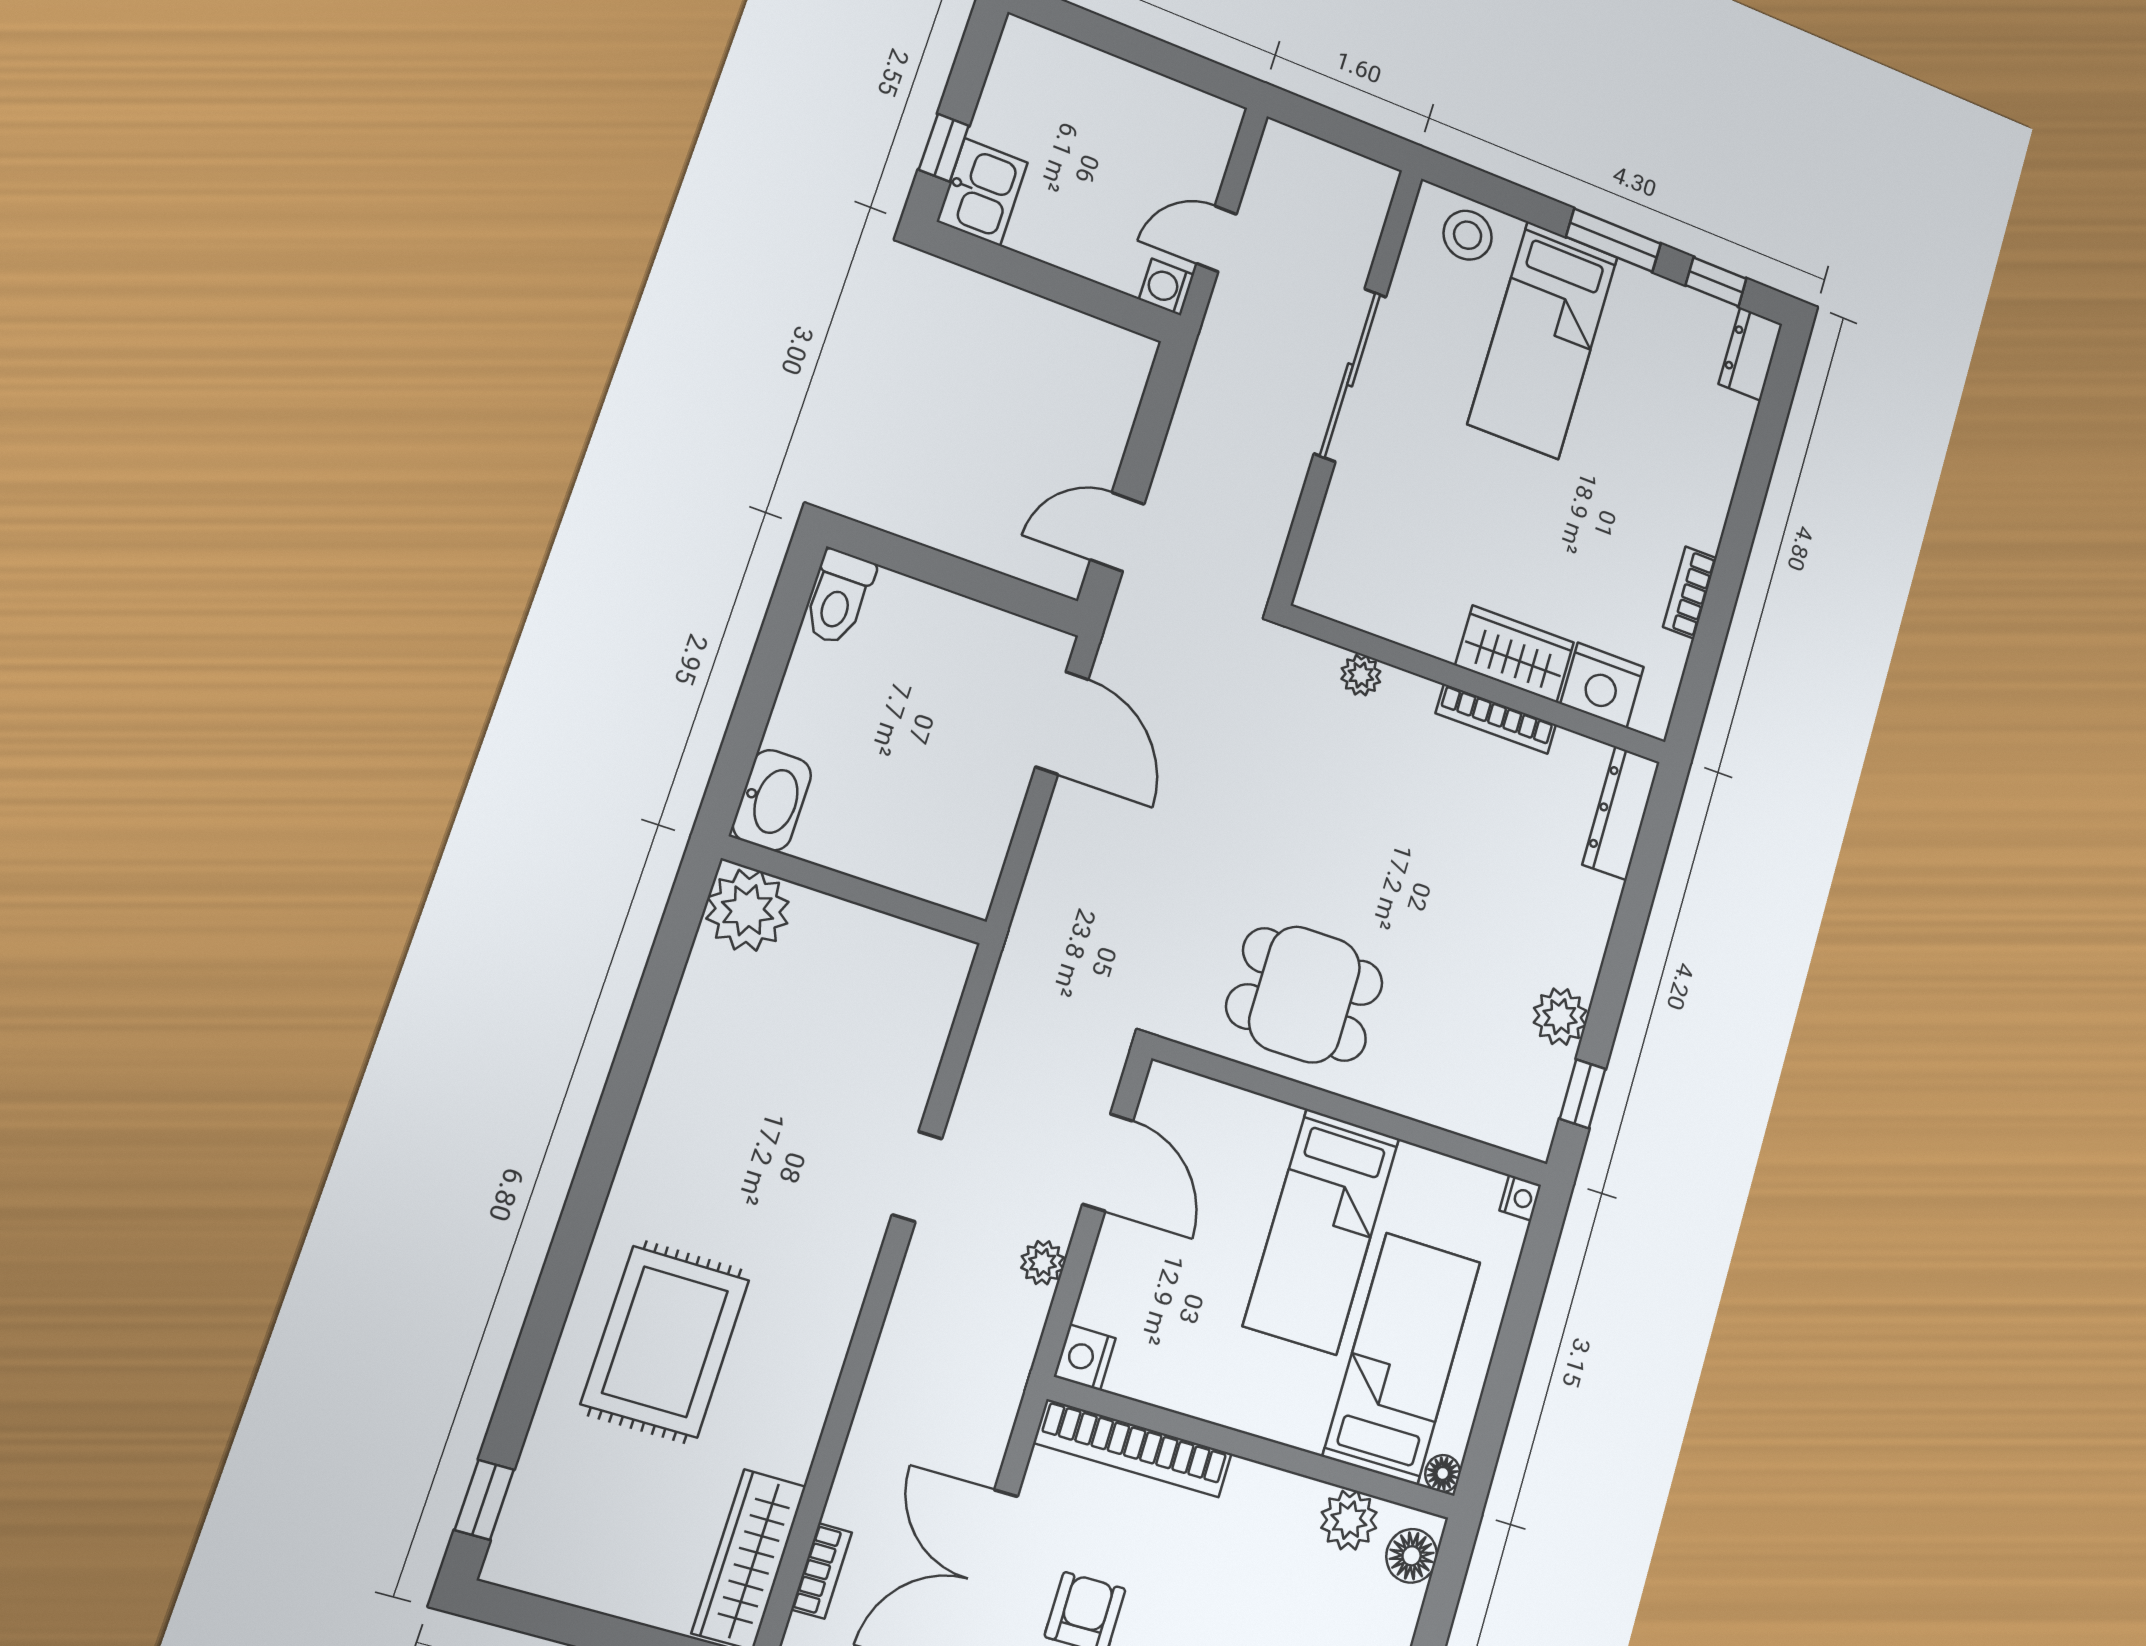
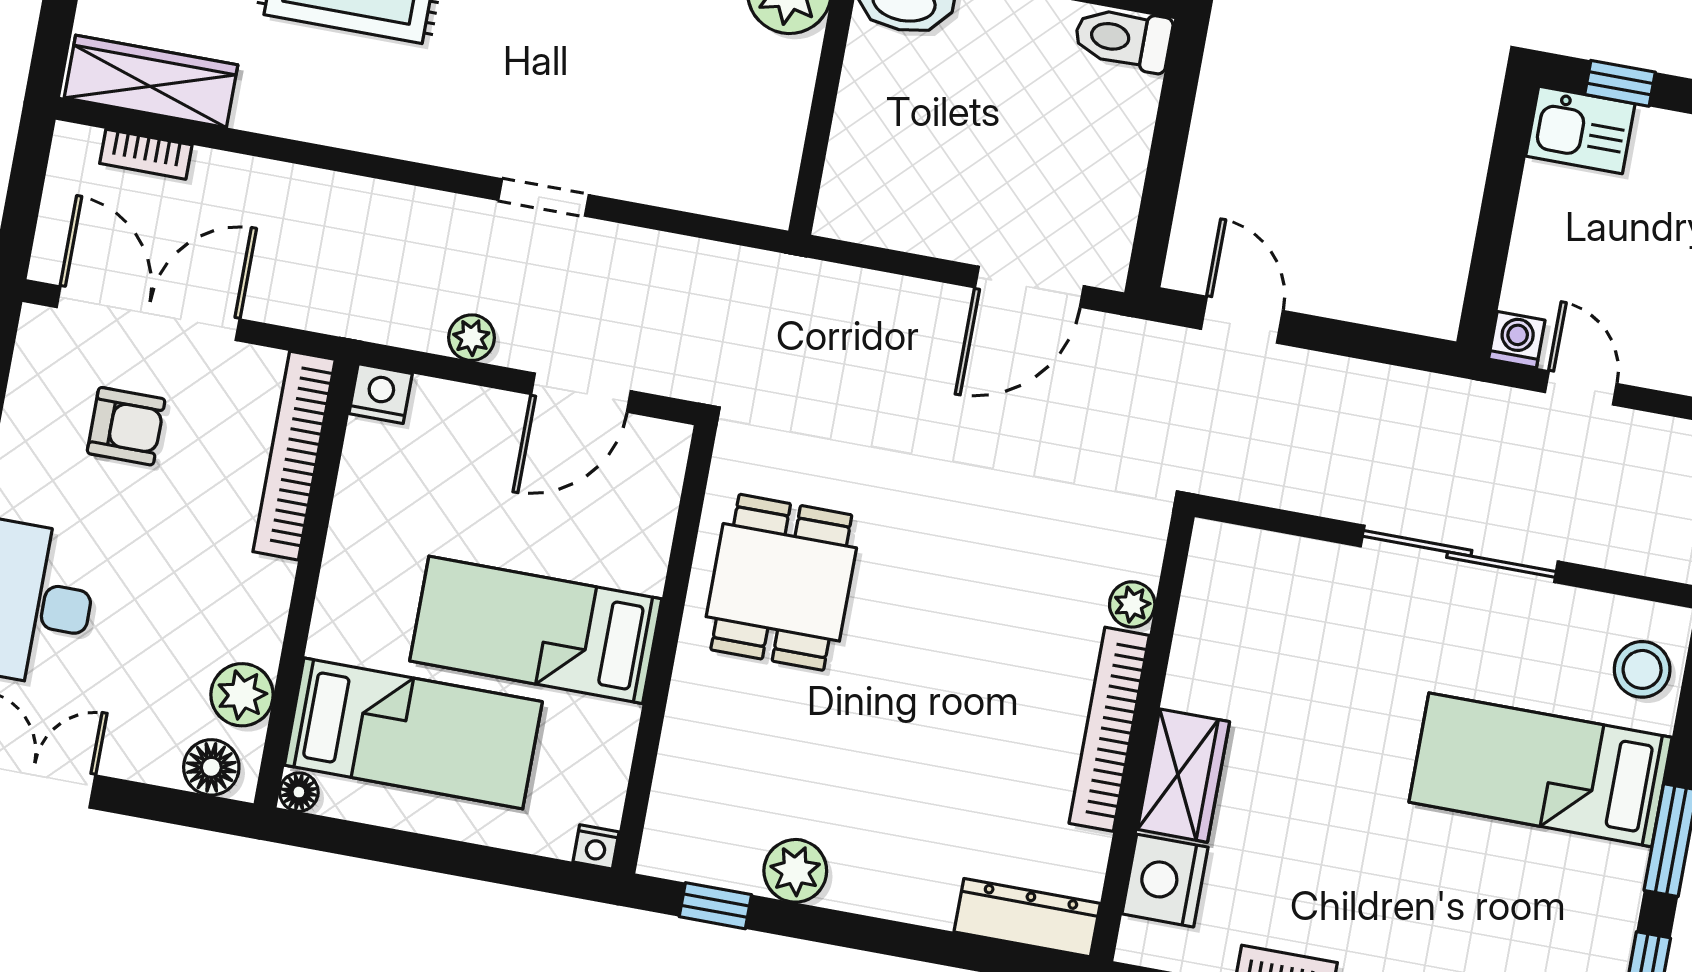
bookcase: (1496, 719) -> (1109, 729), width x1.48, depth x1.31

